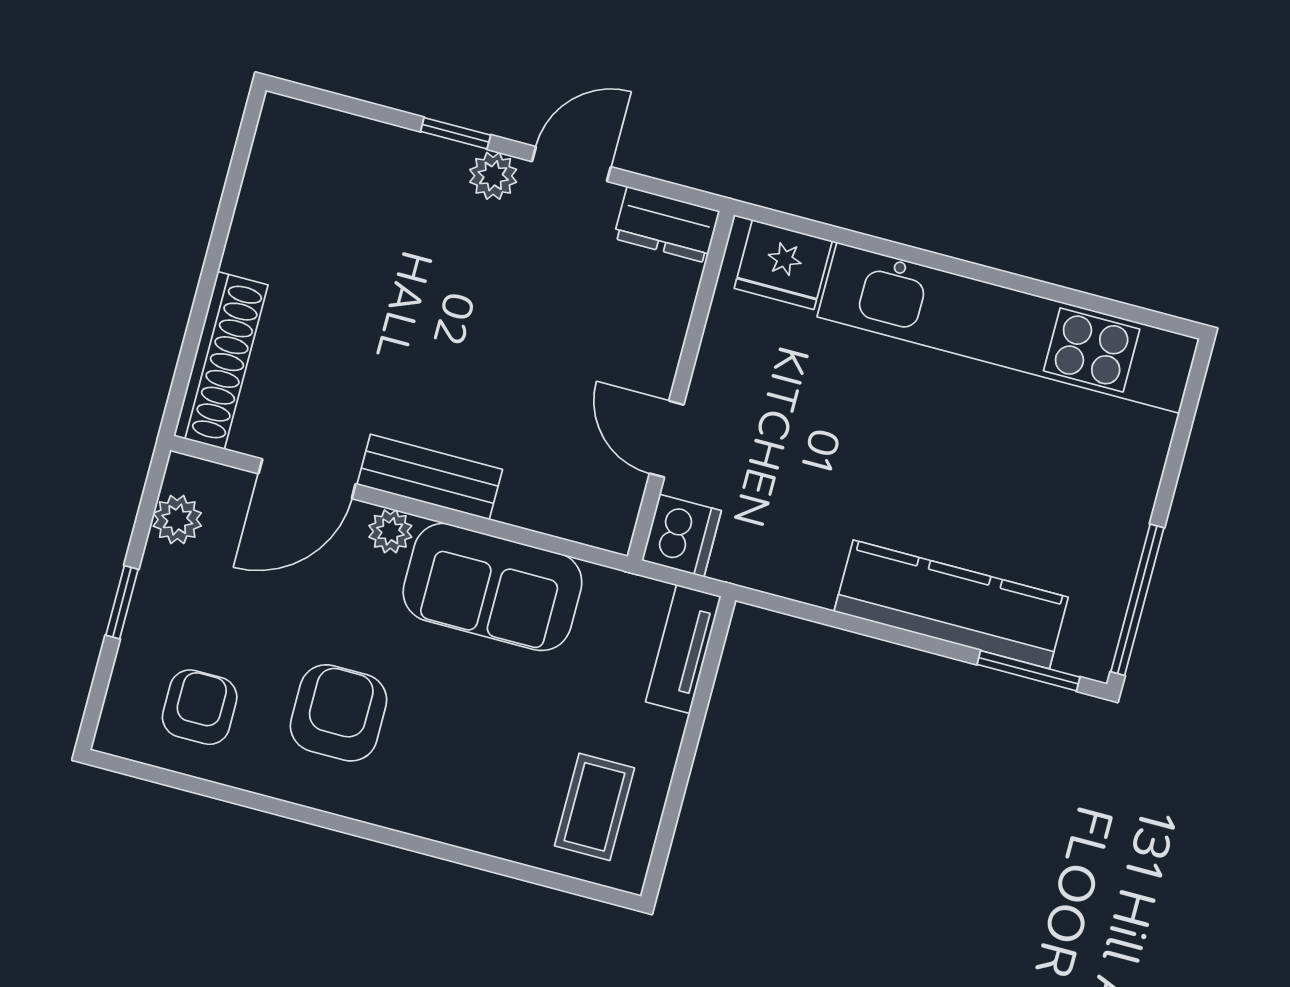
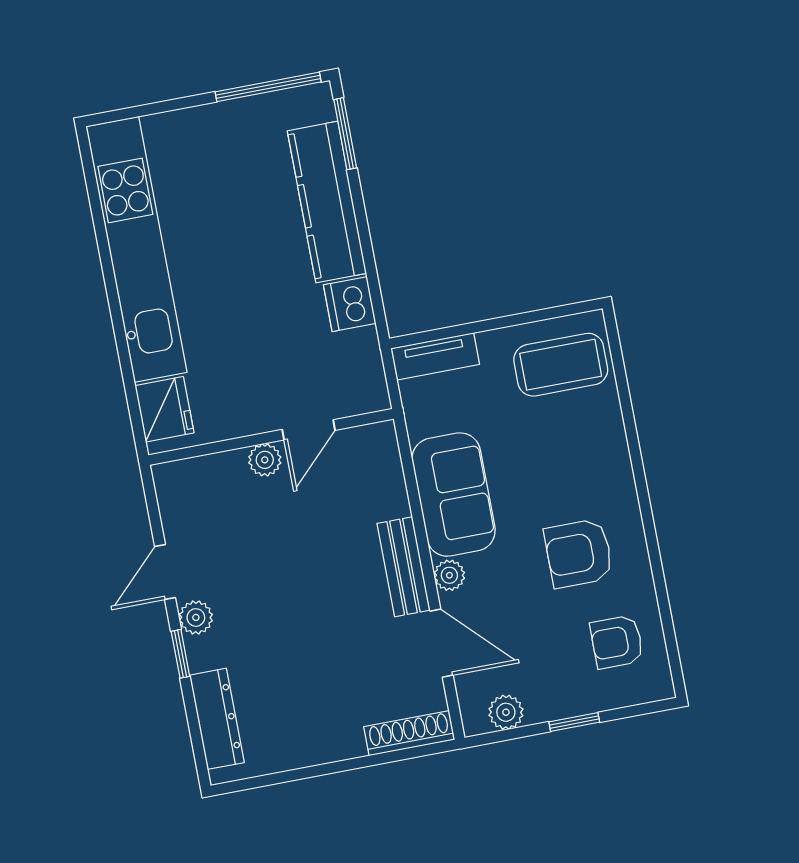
door: (571, 164) -> (165, 572), hinge flipped
dresser: (667, 225) -> (217, 719), moved, width x1.44
shoe rack: (221, 360) -> (409, 733), width x0.74, depth x0.81
plant: (655, 363) -> (265, 460), added
dishwasher: (682, 536) -> (350, 304), moved, turned -90
coffee table: (594, 807) -> (561, 365), width x1.36, depth x1.30

